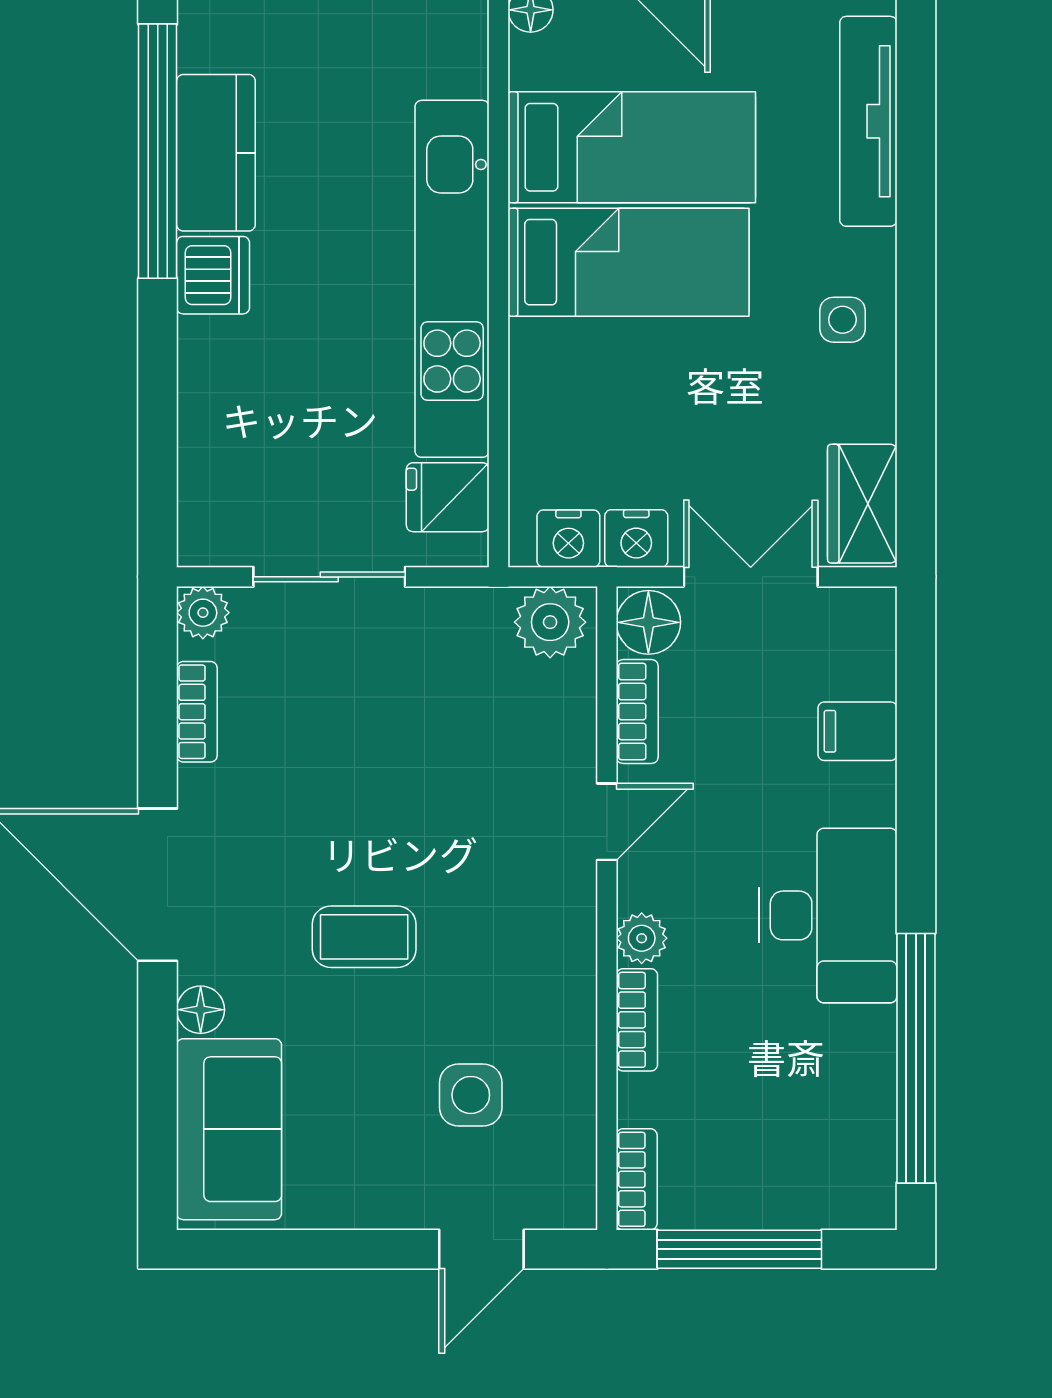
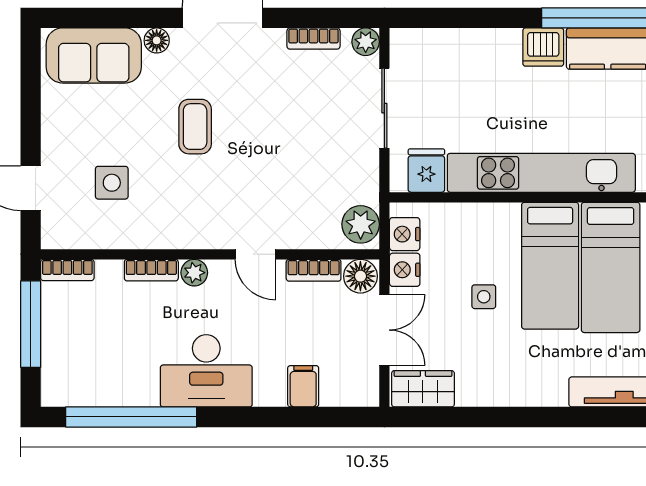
side table: (842, 320) -> (484, 297), moved

